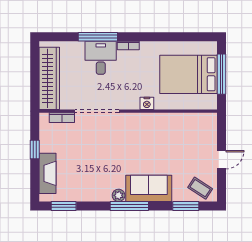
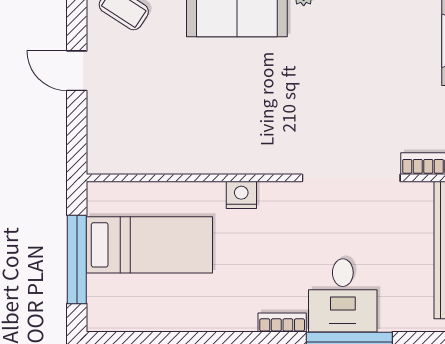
bed: (189, 74) -> (149, 245), width x0.67
door: (221, 160) -> (77, 71), hinge flipped

